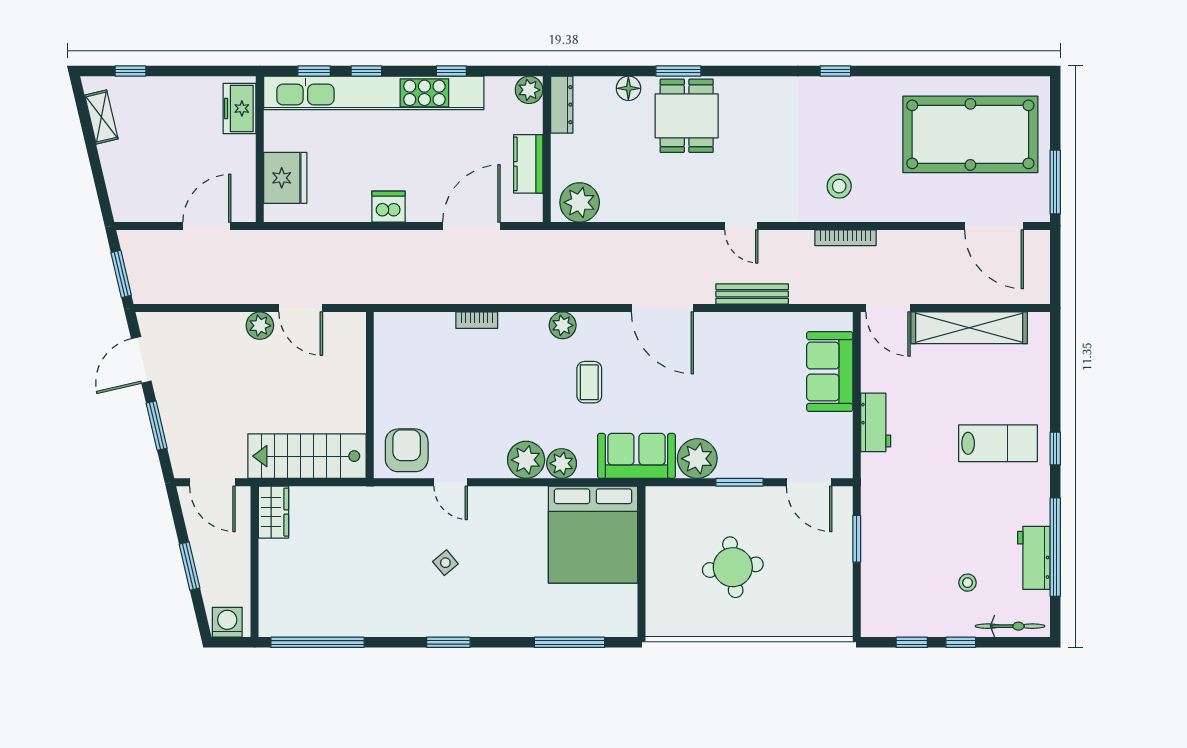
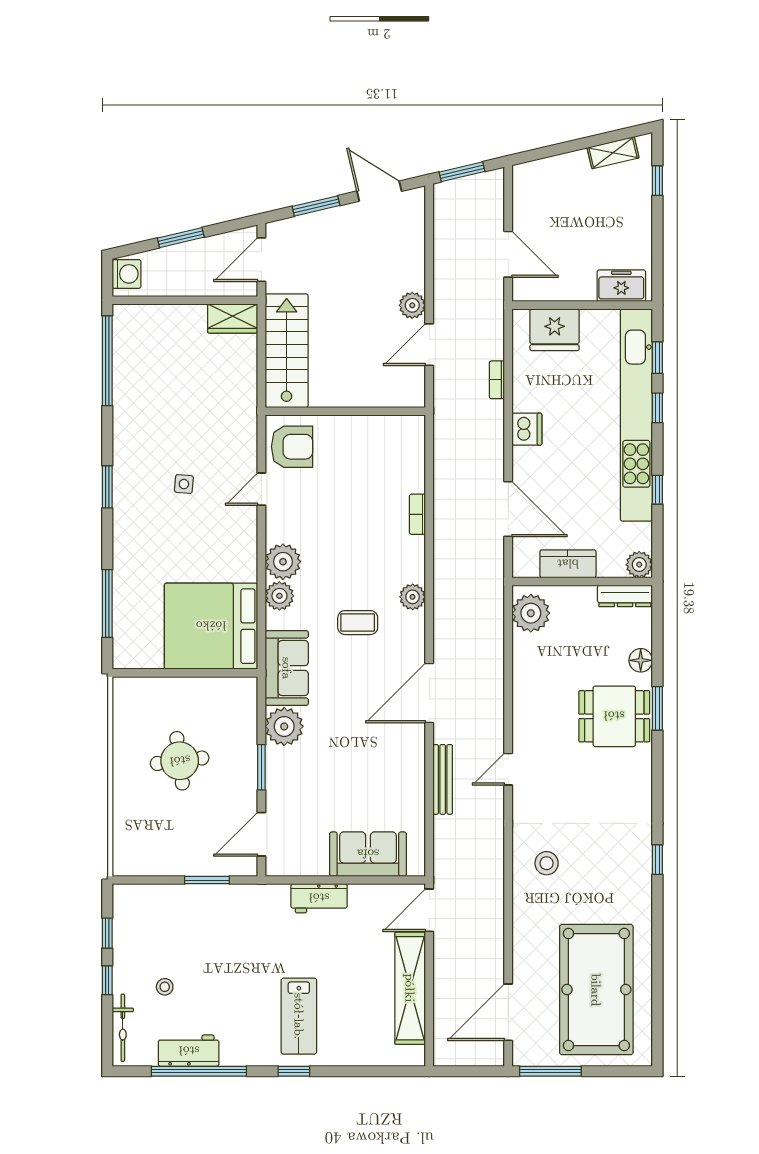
bookcase: (846, 238) -> (497, 380), moved, width x0.64
side table: (445, 563) -> (184, 484), turned 45

